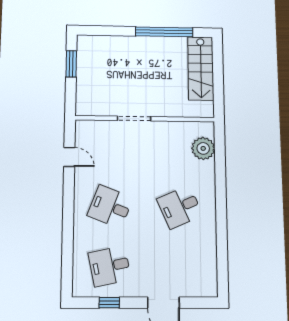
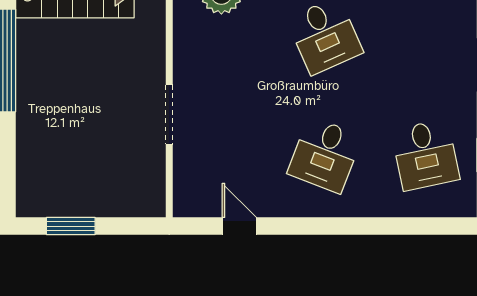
door: (69, 157) -> (239, 226), hinge flipped

